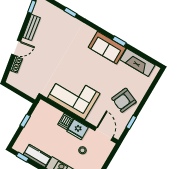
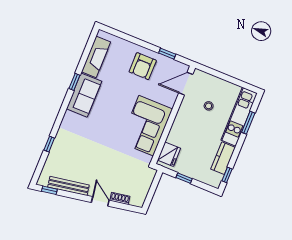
bench: (31, 27) -> (68, 186), width x1.36
armchair: (124, 100) -> (143, 66), turned 67
dishwasher: (66, 122) -> (178, 131), removed
fridge: (78, 129) -> (169, 154), moved

